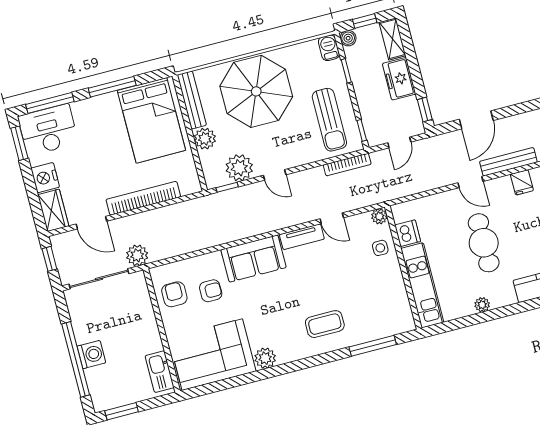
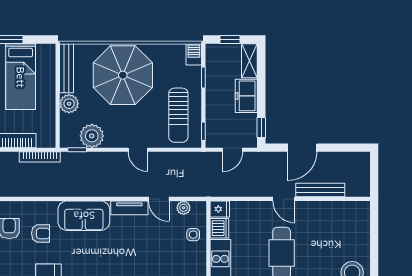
boiler: (348, 38) -> (212, 50), removed
bed: (151, 120) -> (21, 77), width x0.67
bookcase: (347, 165) -> (40, 157), moved
door: (275, 175) -> (138, 150), moved
fridge: (522, 182) -> (220, 209), moved, turned -90
plant: (379, 216) -> (184, 208), moved

